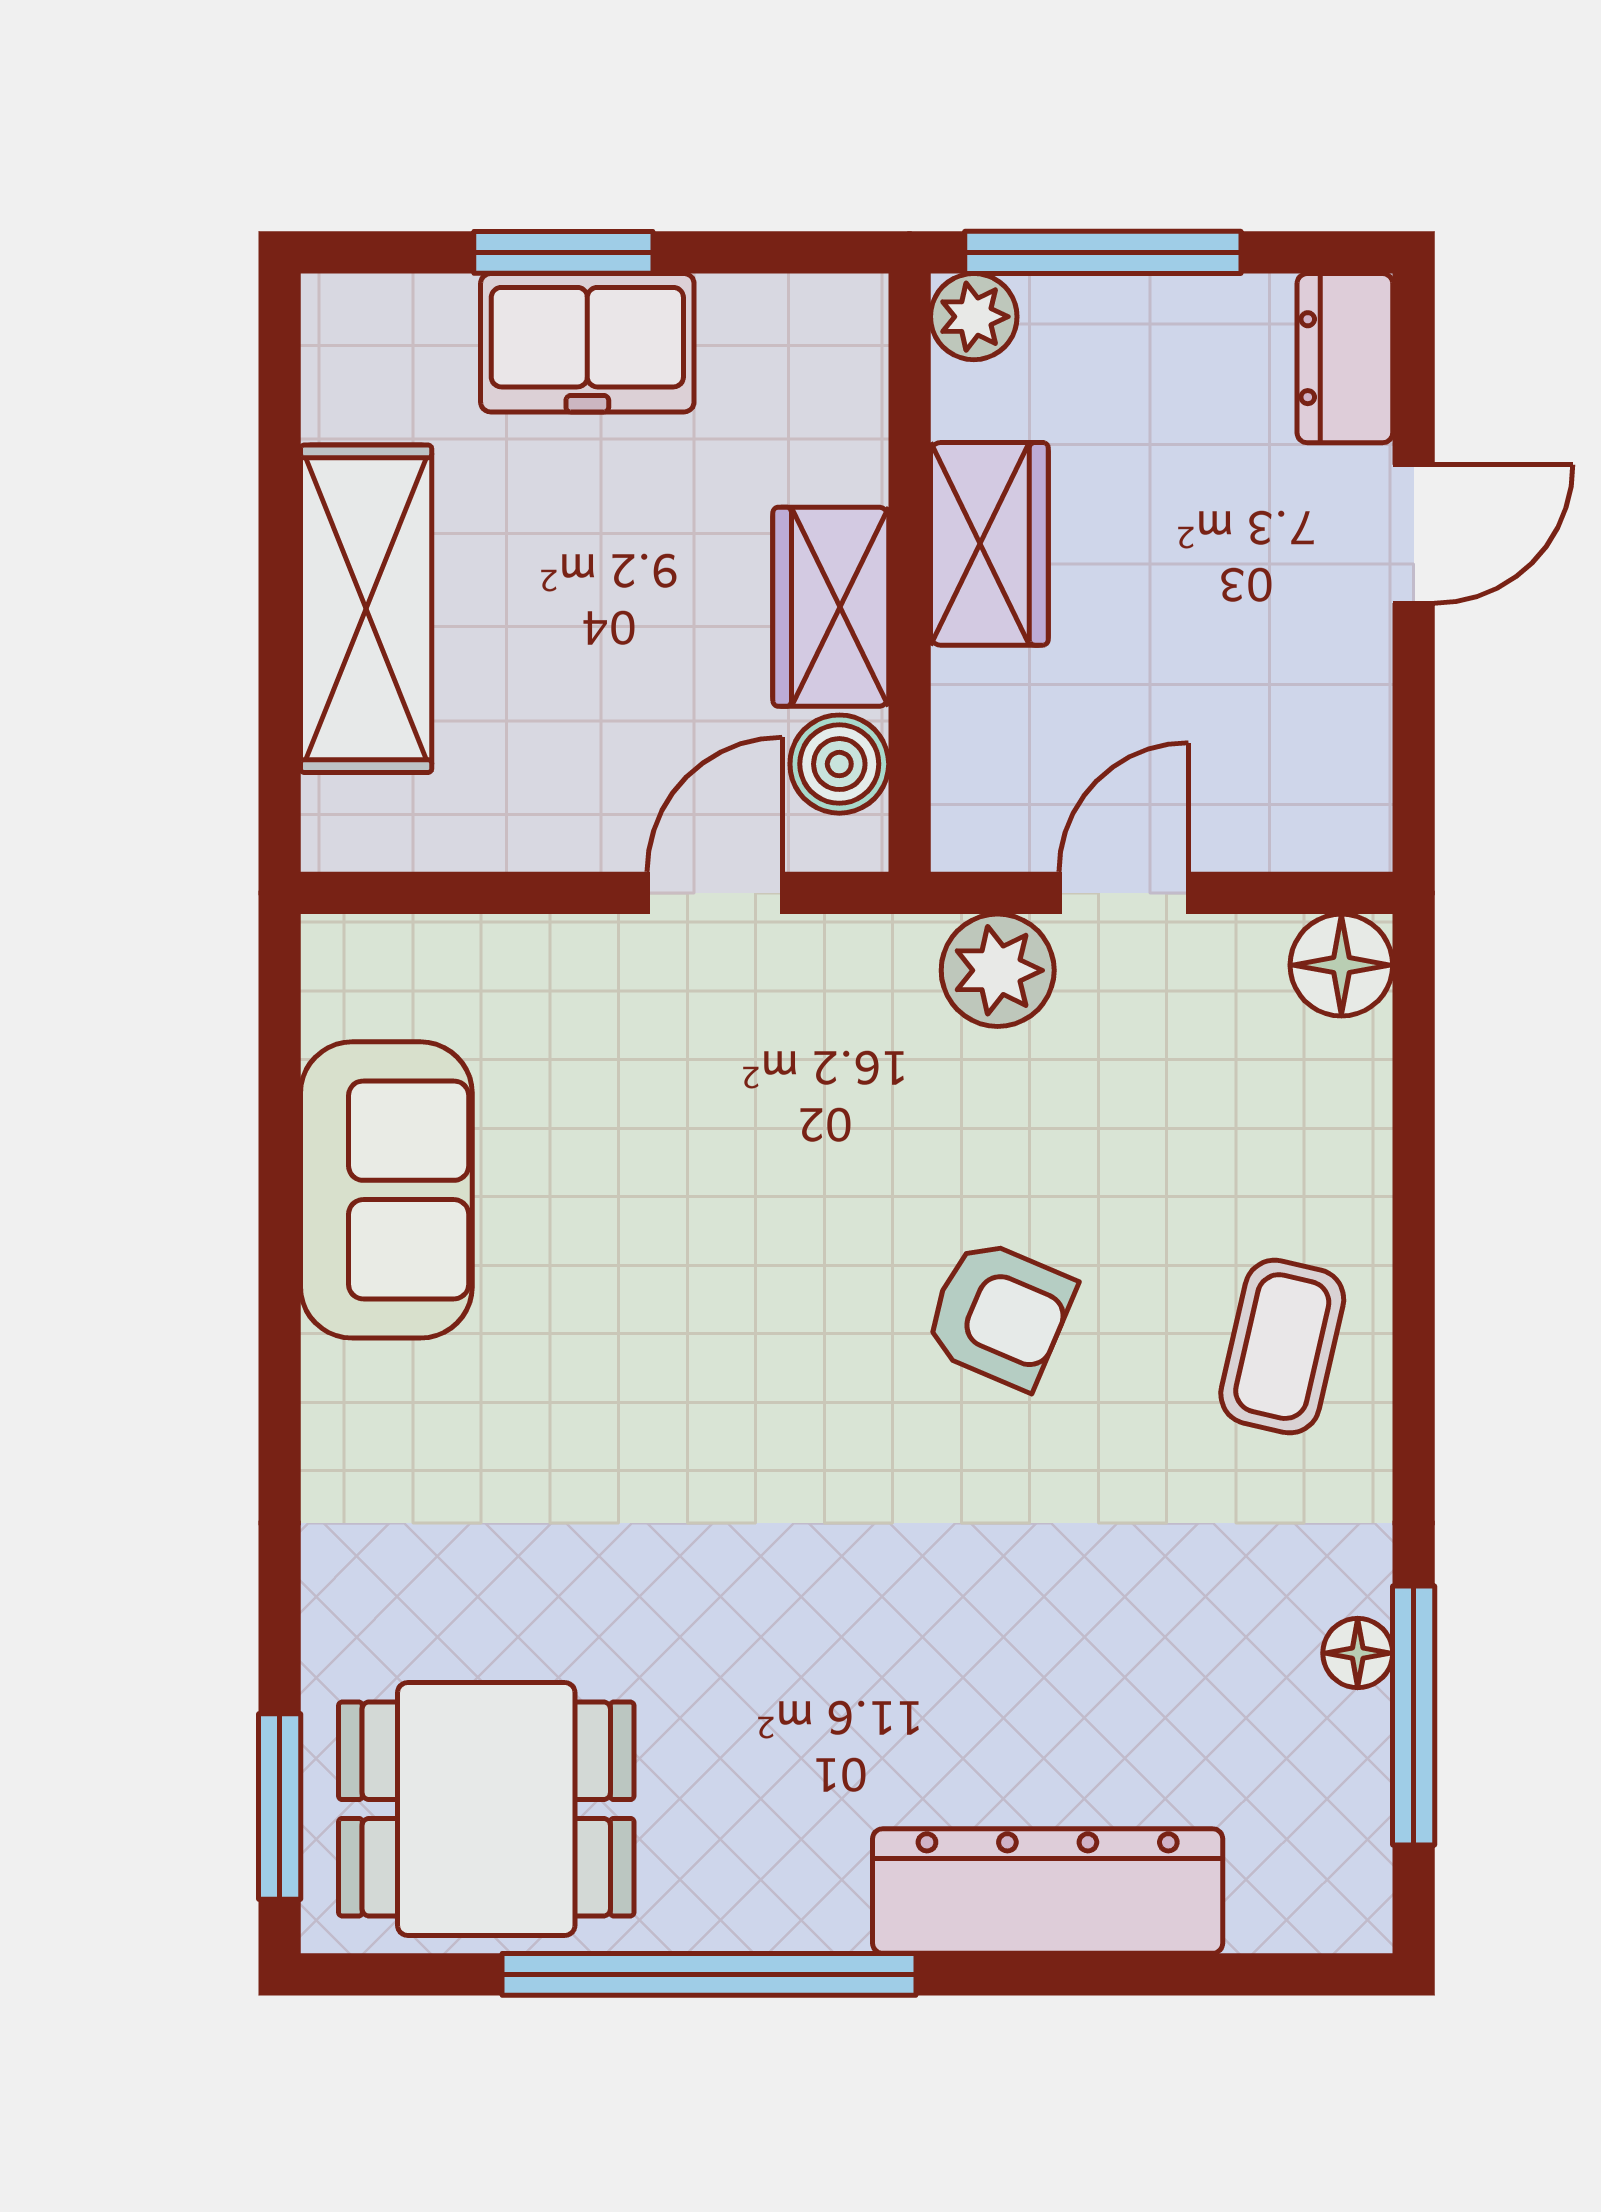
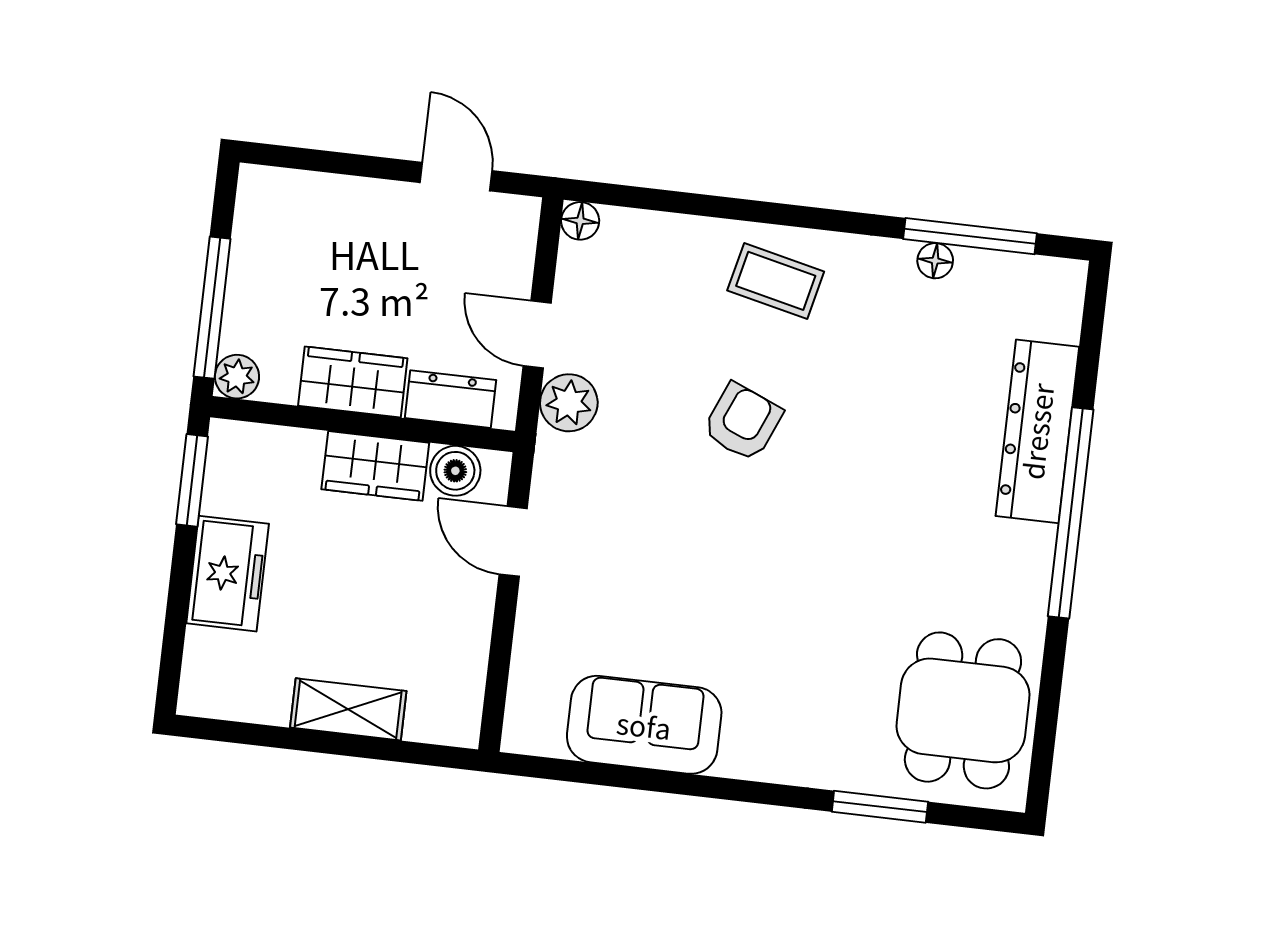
window: (563, 252) -> (192, 480), moved
dresser: (1345, 358) -> (450, 399), moved, turned 180
door: (1414, 534) -> (456, 177), moved
shelving: (366, 609) -> (348, 709), width x0.67, depth x0.75
floor lamp: (1341, 965) -> (580, 221), width x0.73, depth x0.73
window: (280, 1807) -> (880, 807), moved
window: (709, 1974) -> (1071, 513), moved

